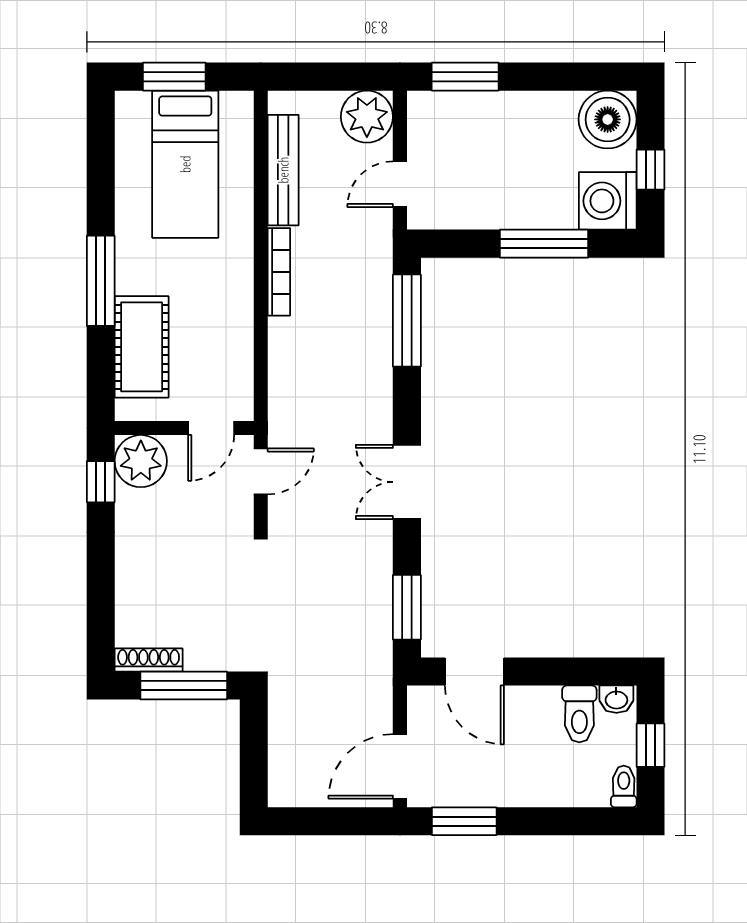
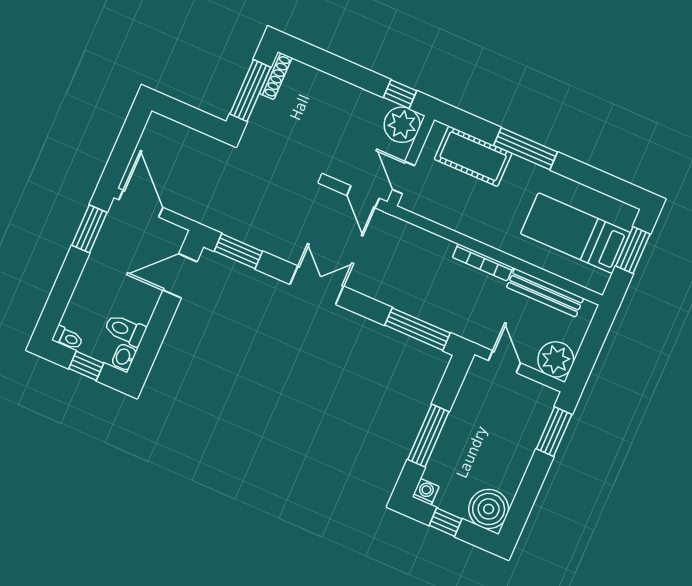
washing machine: (608, 201) -> (426, 492), width x0.53, depth x0.53

